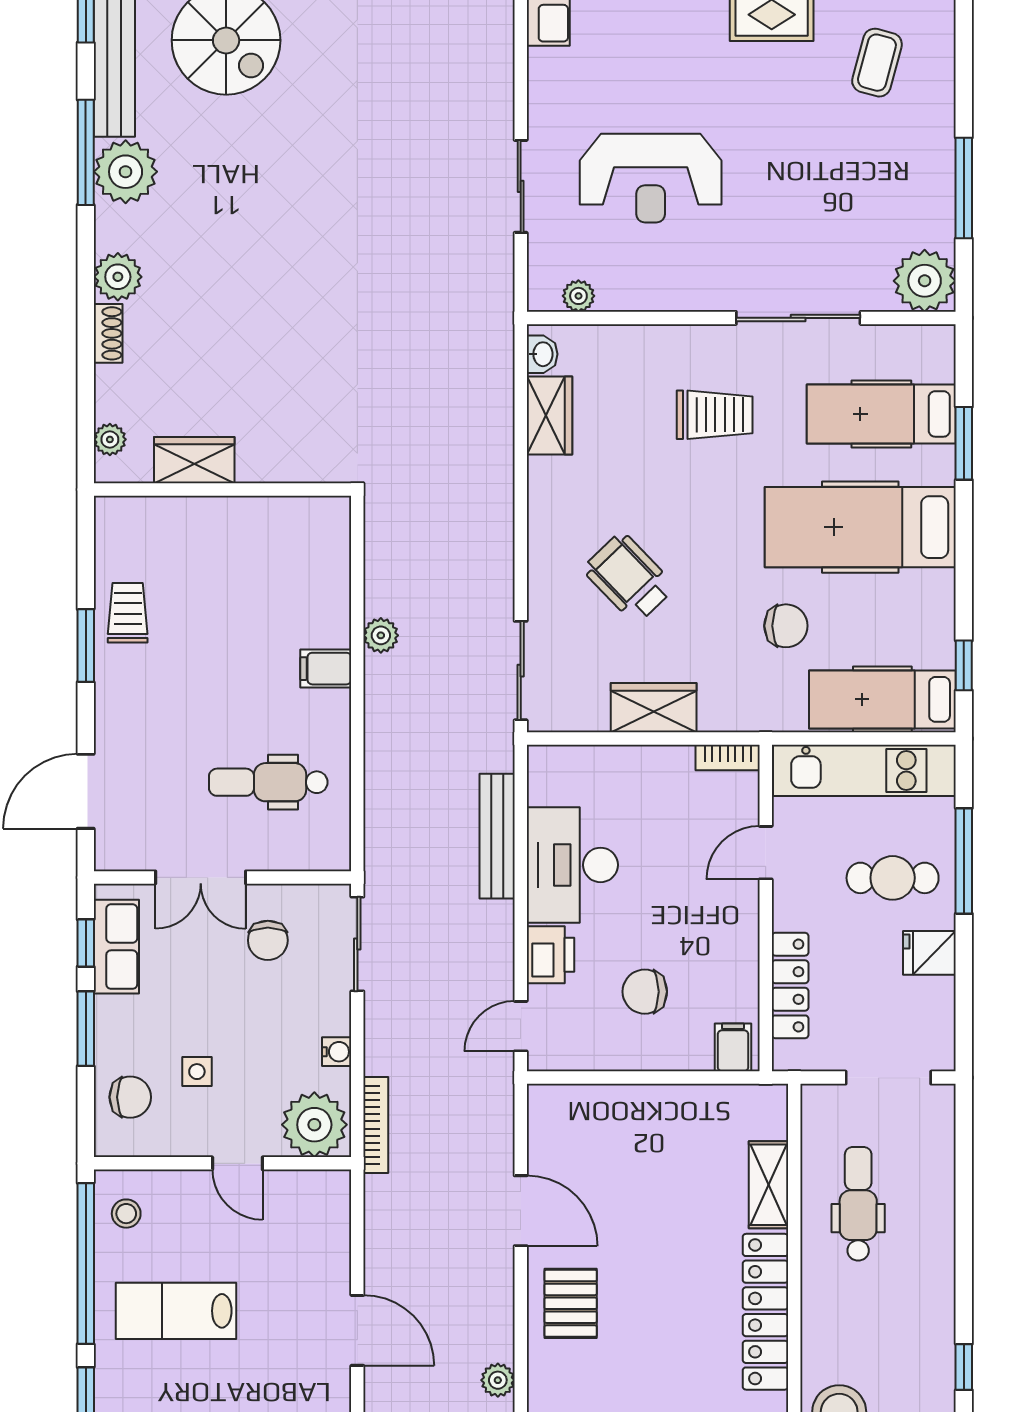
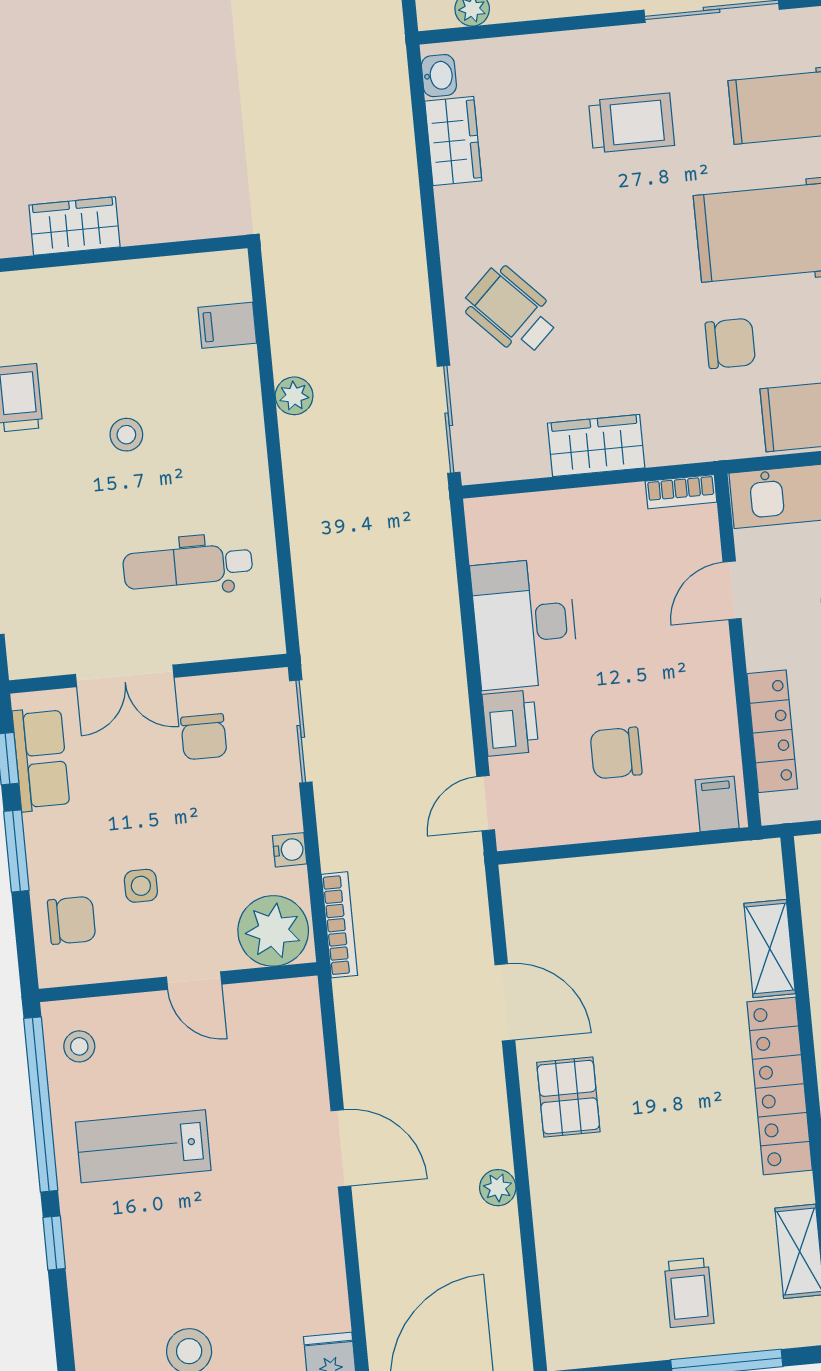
wheelchair: (629, 578) -> (511, 311), moved
stool: (223, 656) -> (126, 435), added
filing cabinet: (326, 669) -> (227, 325), moved
bench: (497, 836) -> (440, 601), removed

